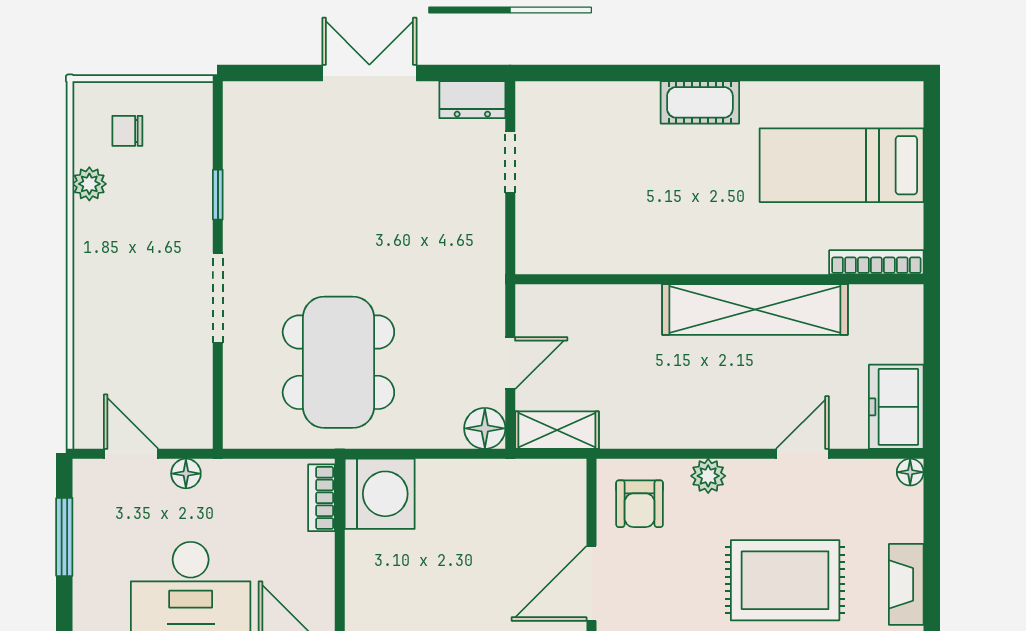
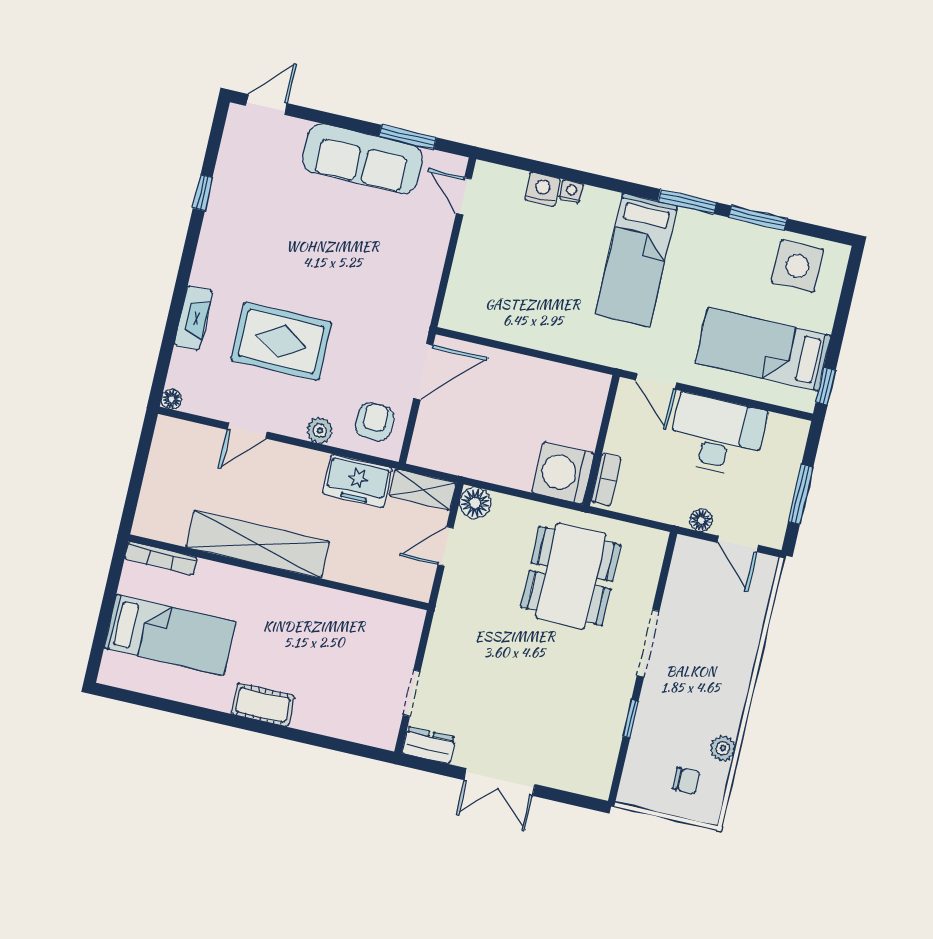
freezer: (896, 407) -> (357, 481), moved, turned 90

